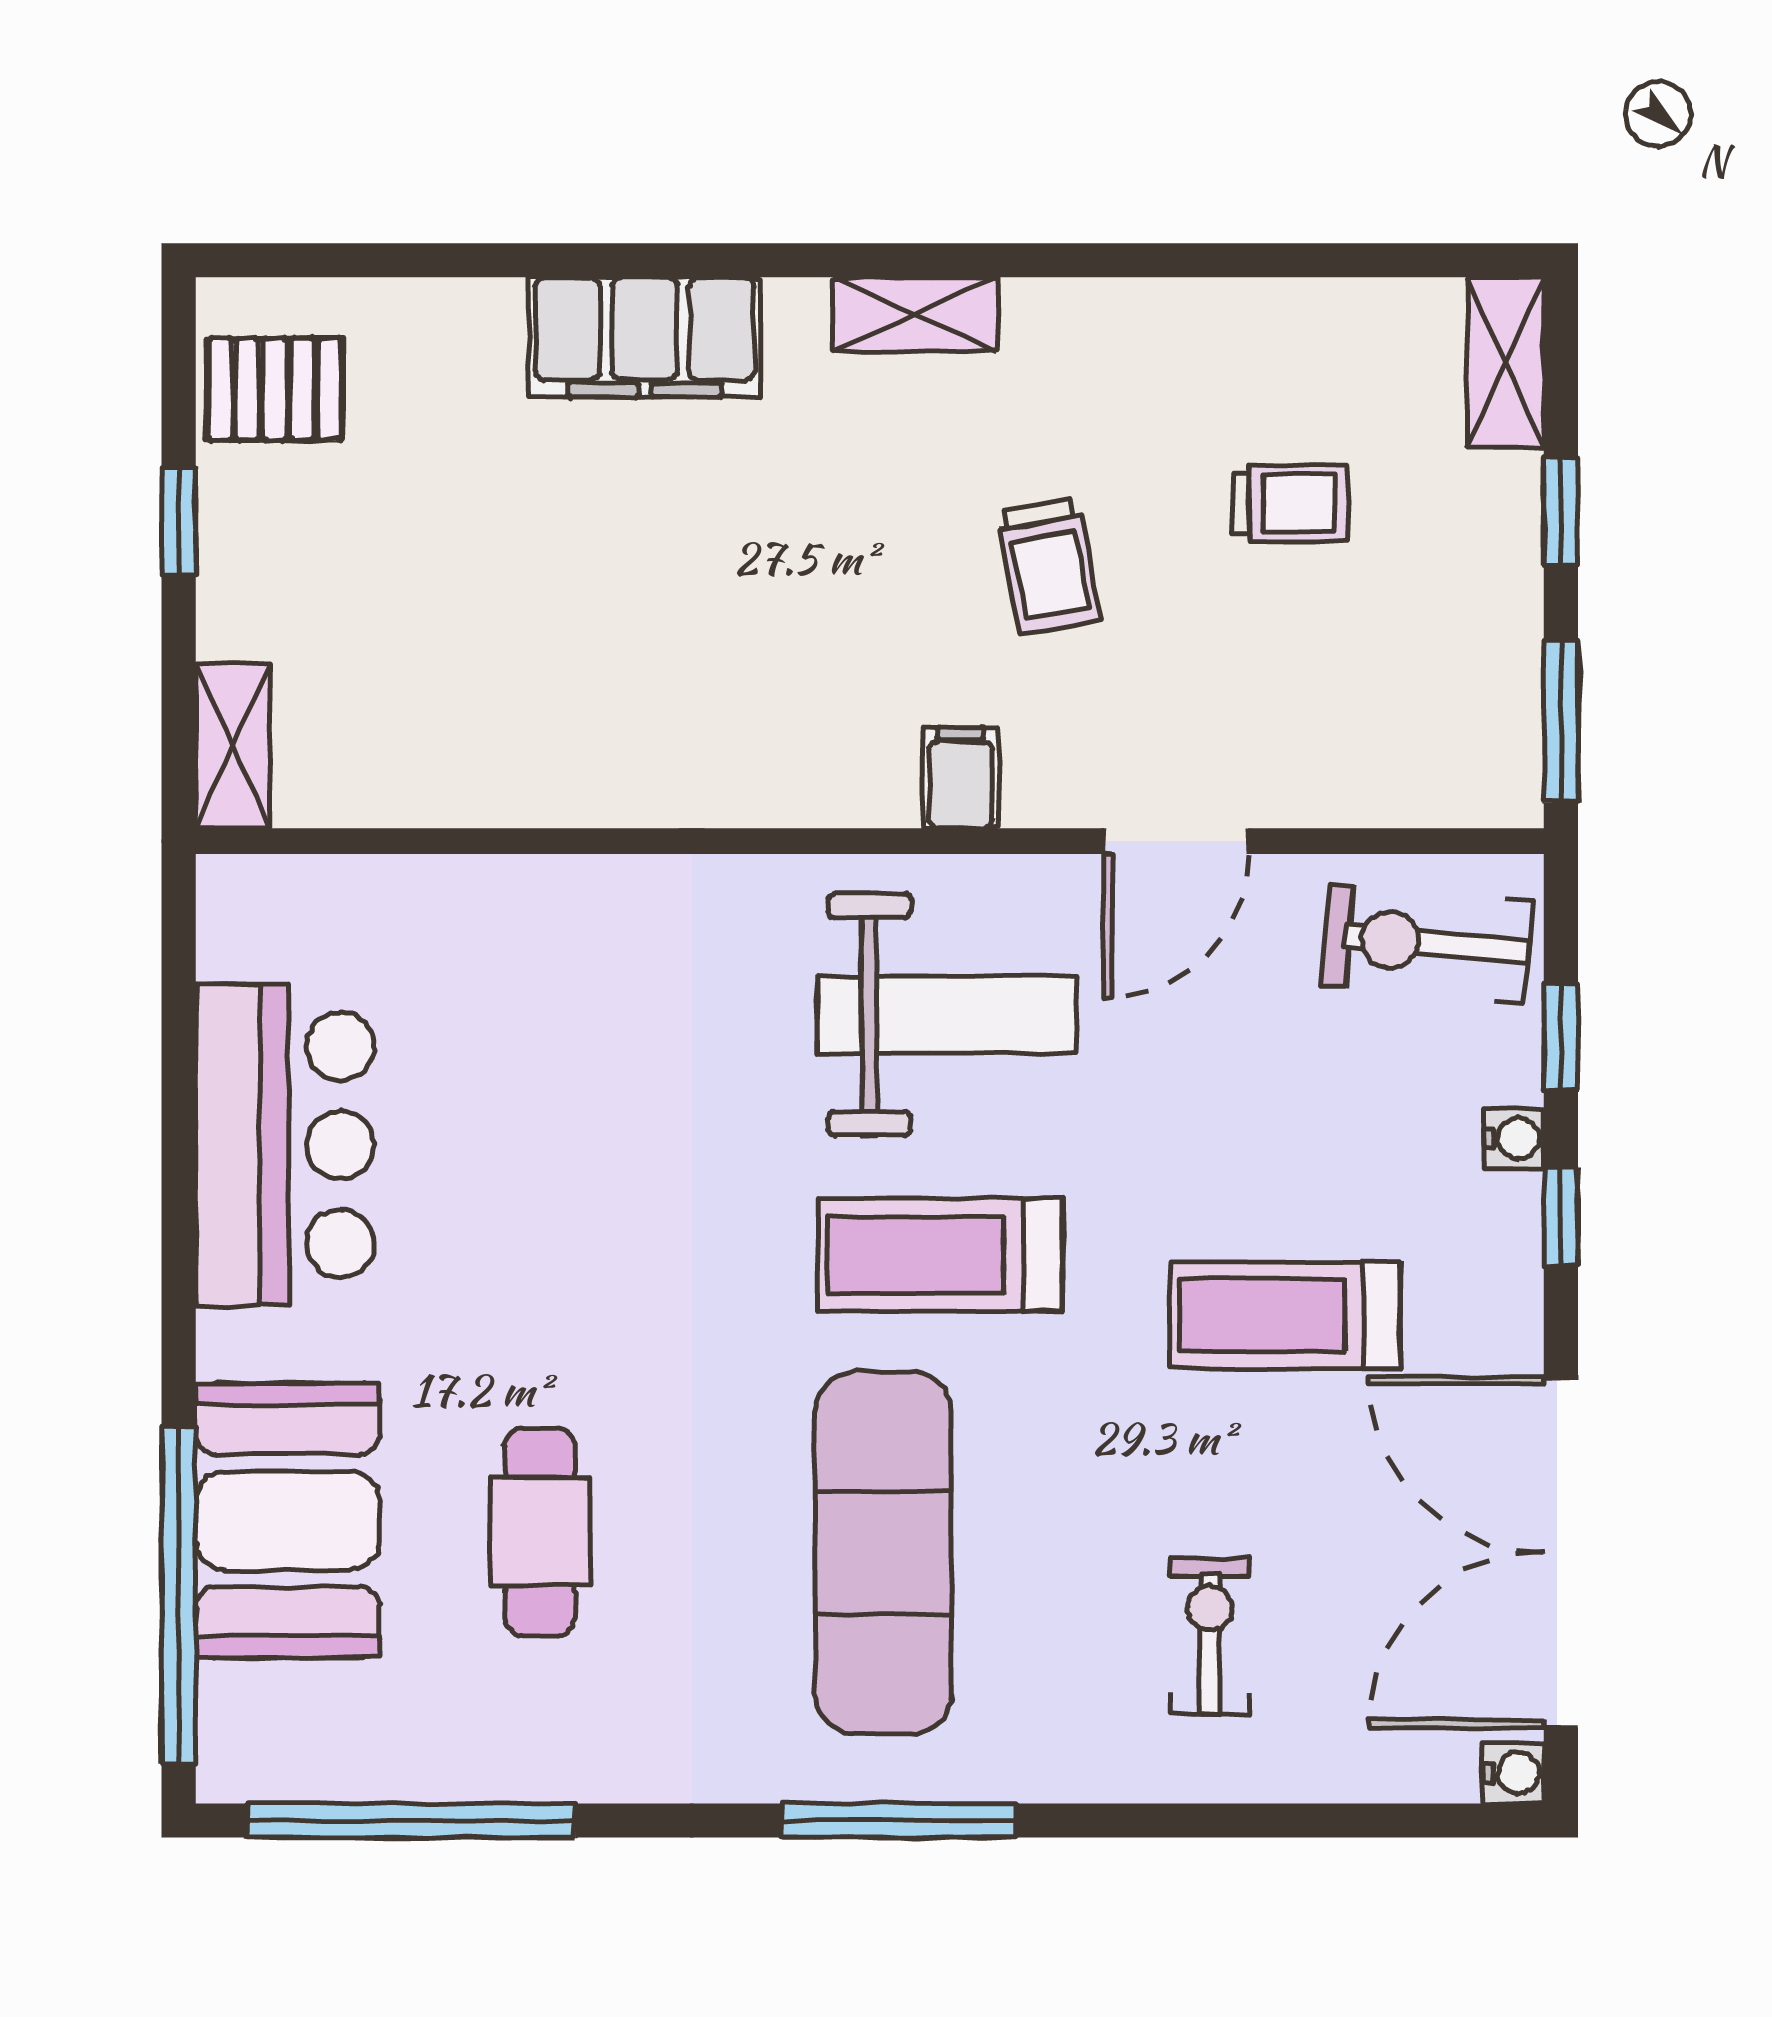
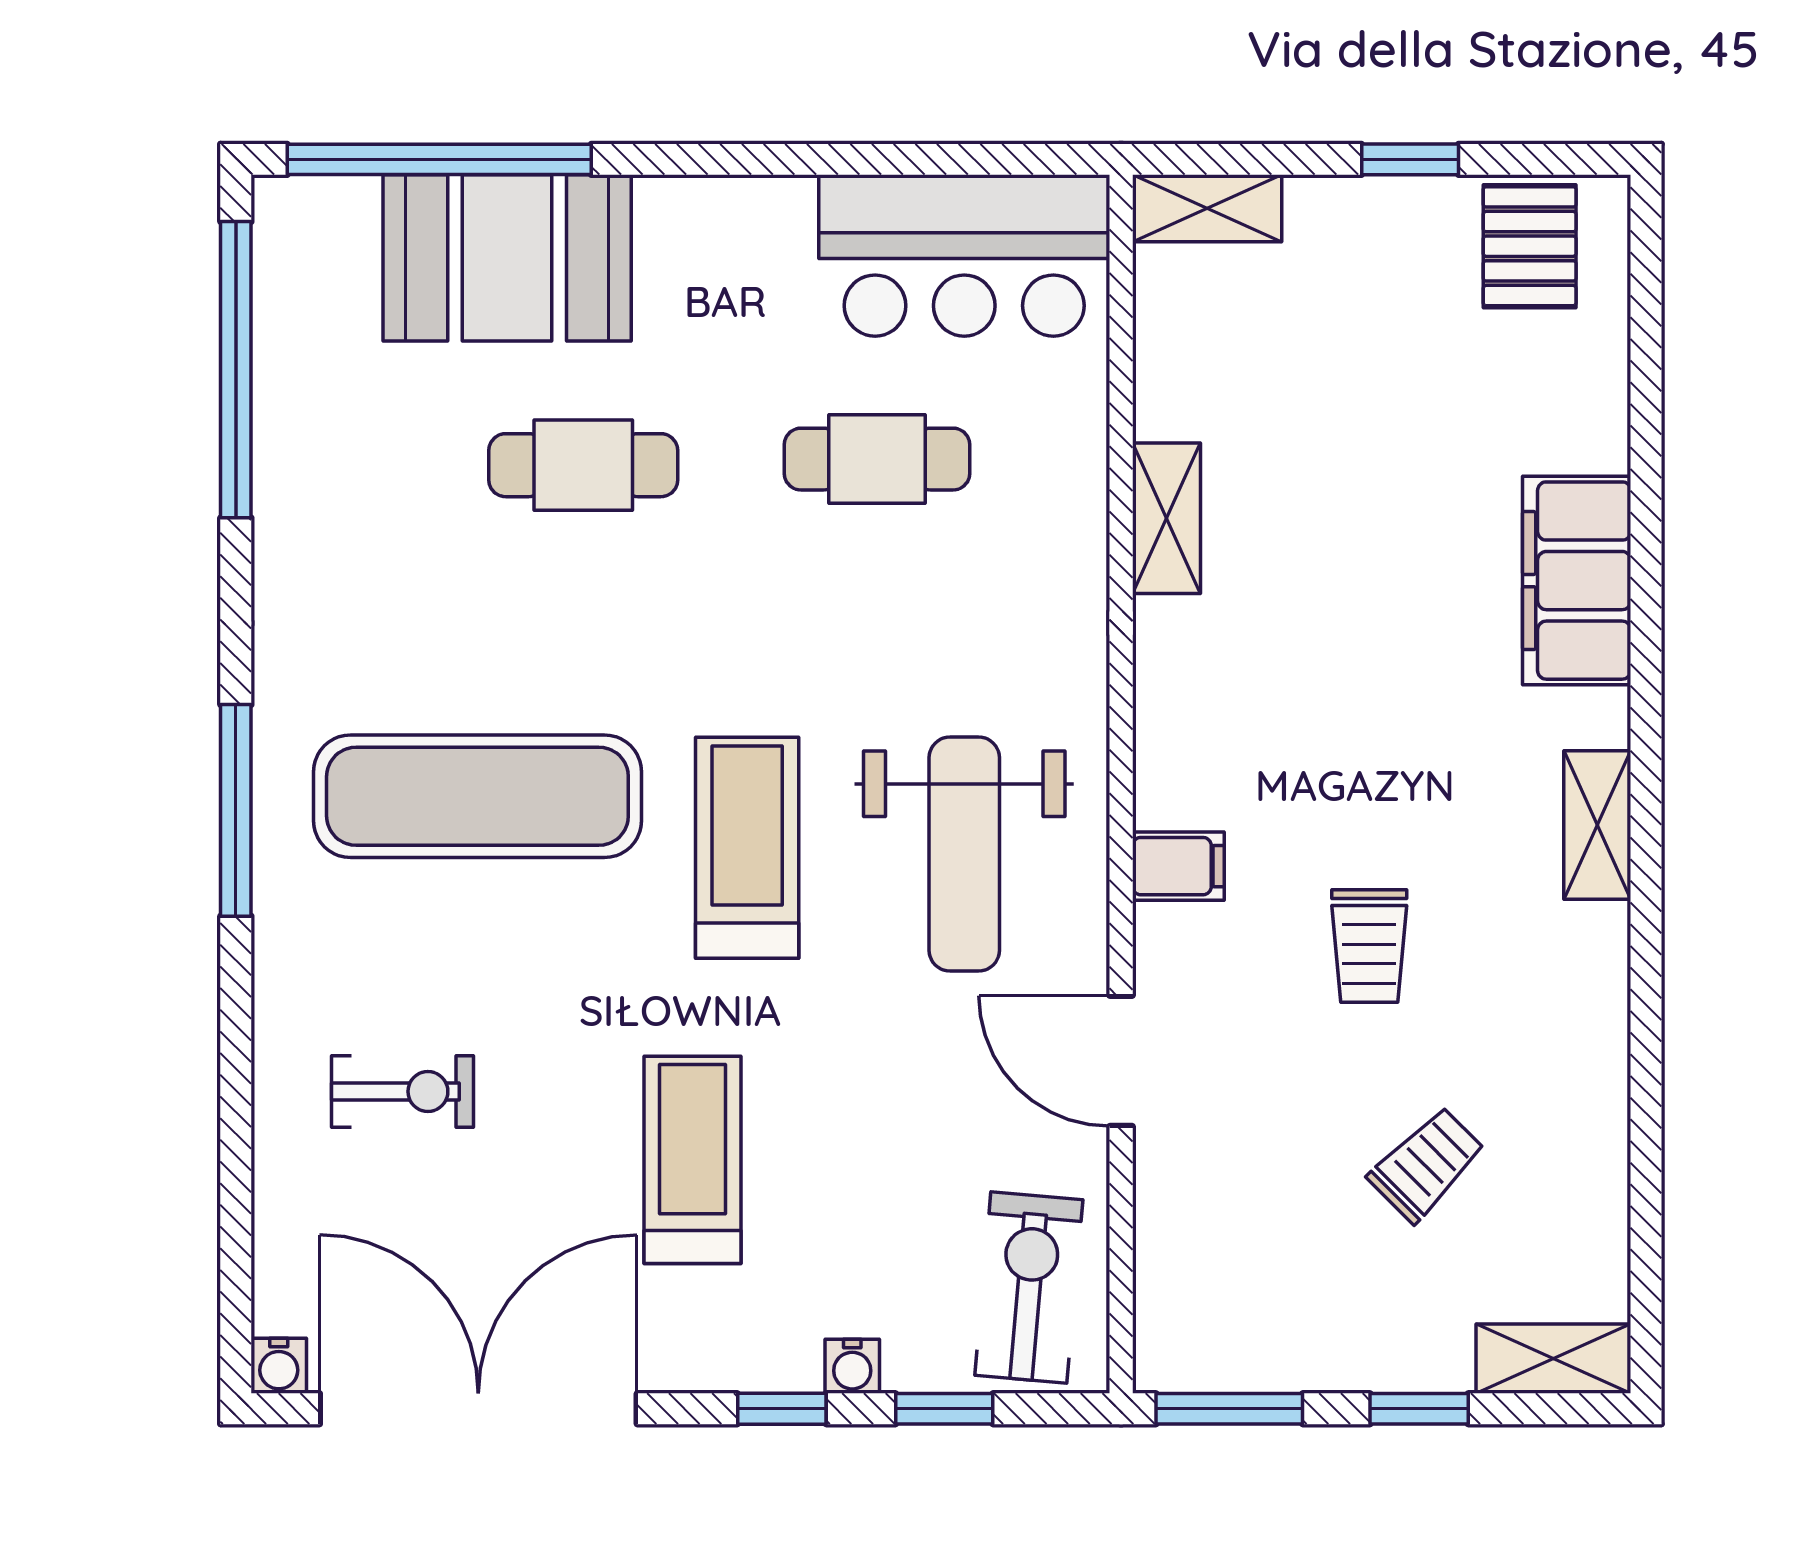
trolley: (1291, 503) -> (1426, 1165), turned -135
trolley: (1049, 567) -> (1369, 946), turned -79
shelving: (576, 791) -> (1166, 518), added
cafe table: (510, 1111) -> (877, 459), added
bar counter: (285, 1145) -> (964, 256), moved
cafe table: (540, 1532) -> (583, 465), moved

